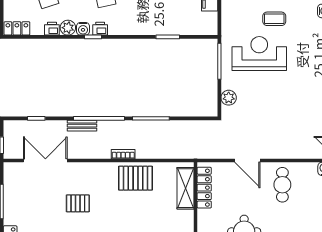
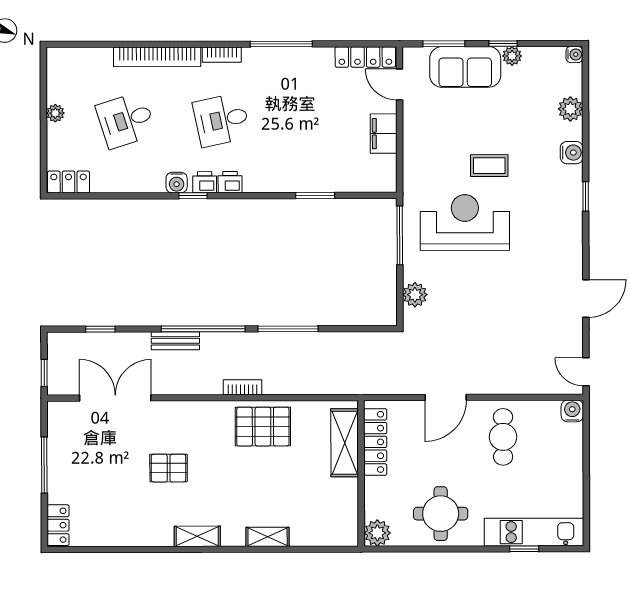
plant: (68, 28) -> (152, 181), removed
printer: (52, 29) -> (230, 182), moved
door: (247, 160) -> (446, 397), hinge flipped

